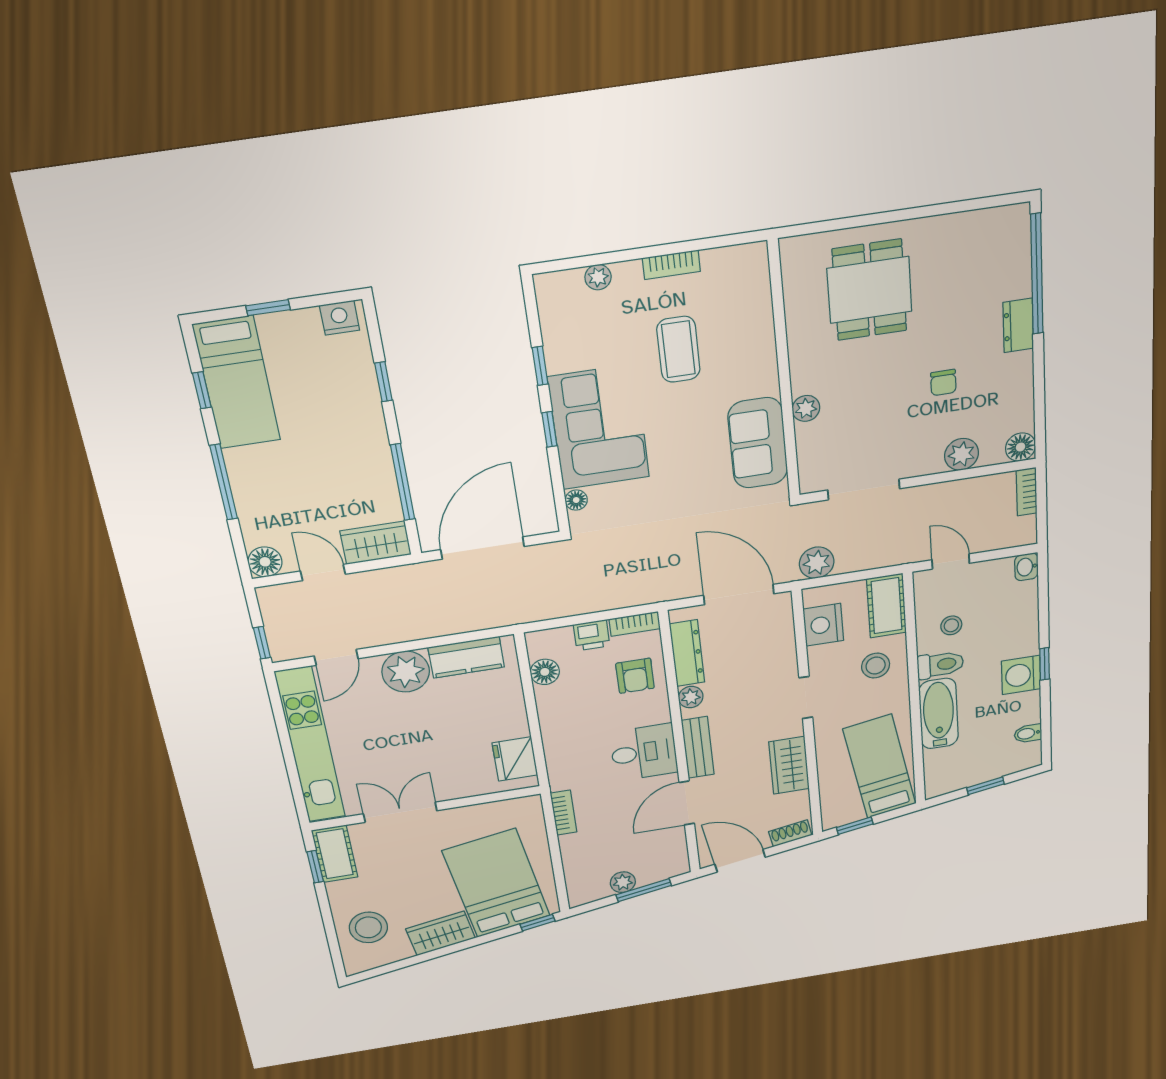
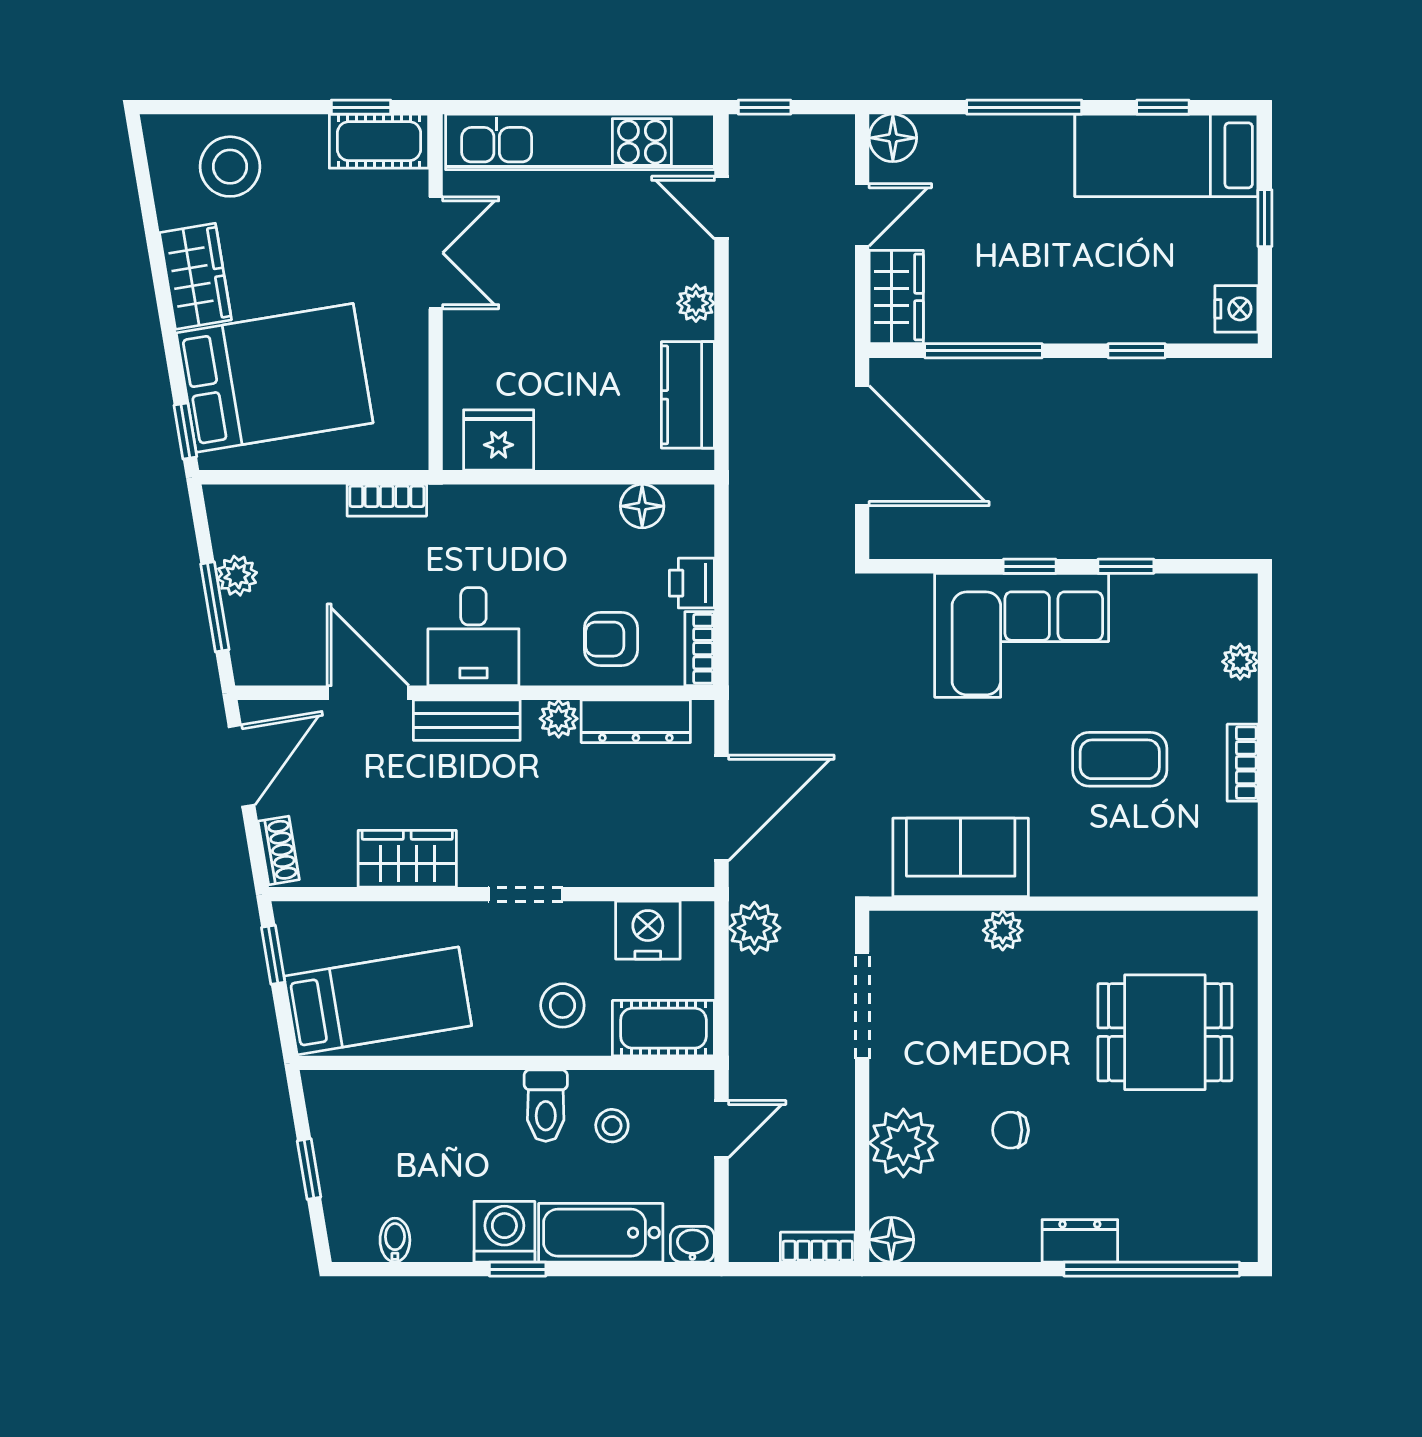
plant: (962, 454) -> (903, 1143), width x1.36, depth x1.36
floor lamp: (576, 500) -> (915, 589), removed
plant: (406, 672) -> (696, 303), width x0.53, depth x0.53
bathtub: (939, 714) -> (601, 1233), moved, turned 180

